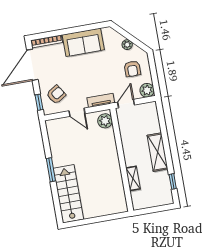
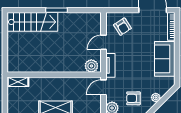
window: (39, 102) -> (118, 10), removed
door: (126, 104) -> (103, 87), swing flipped
shelving: (133, 178) -> (18, 82), moved

